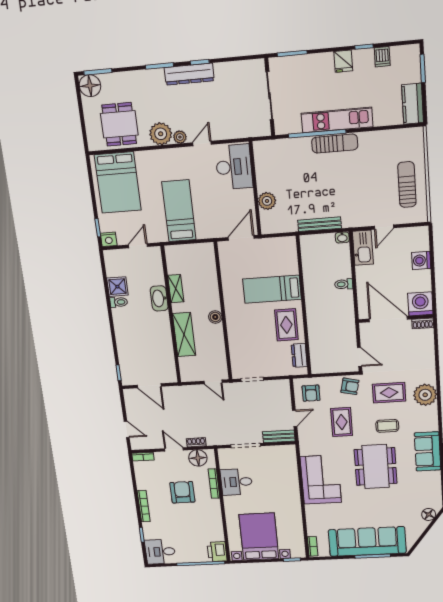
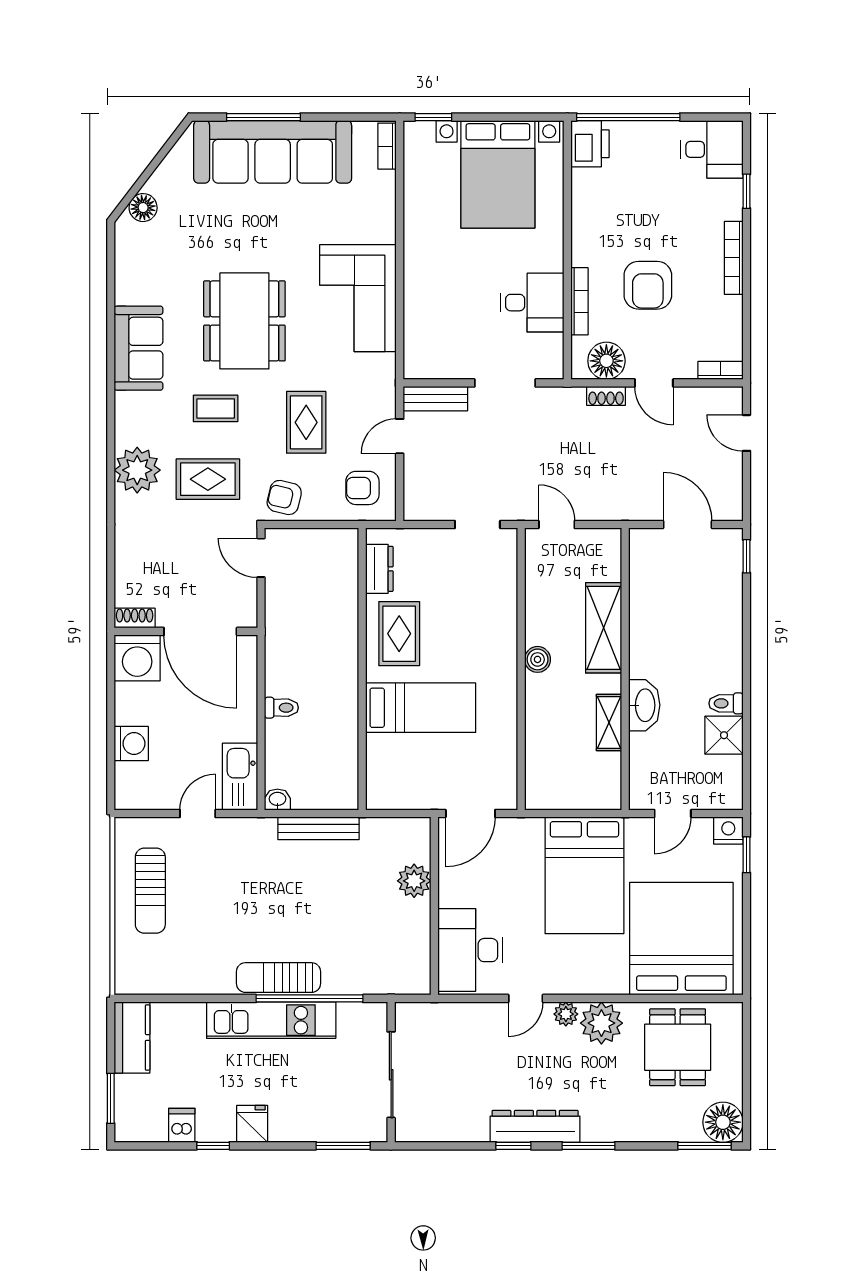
bed: (118, 183) -> (681, 939), width x1.36
bed: (179, 211) -> (584, 875), width x1.50
armchair: (311, 393) -> (362, 488), turned -90

